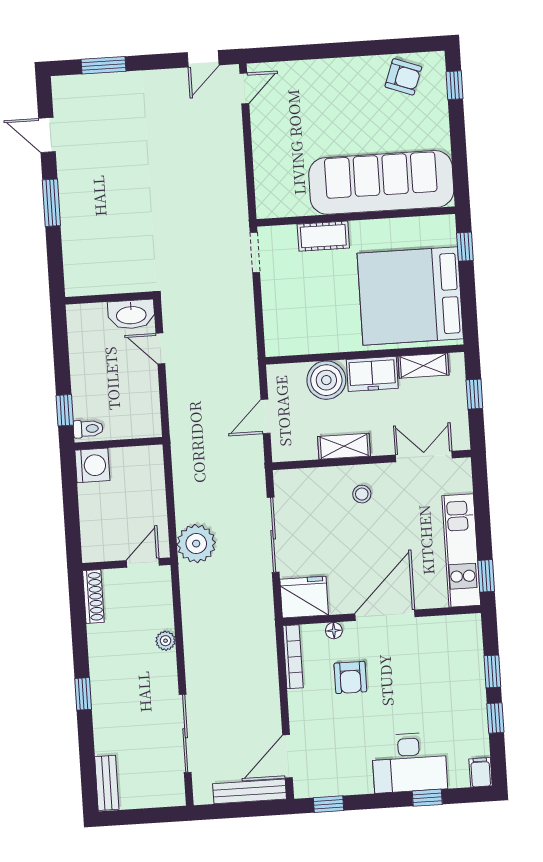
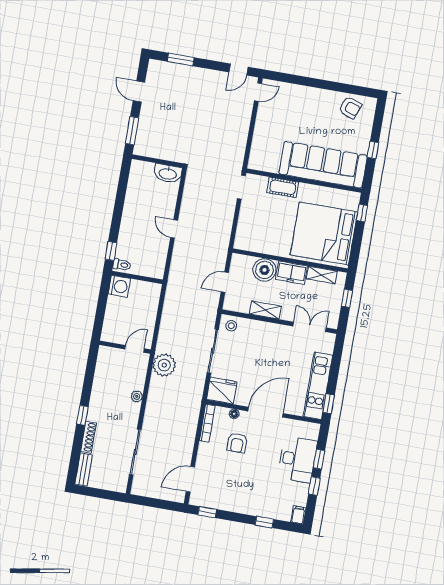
window: (454, 85) -> (373, 150), moved
wall: (109, 298) -> (157, 161), moved
washbasin: (131, 314) -> (168, 173), moved
stool: (362, 494) -> (231, 326), moved
plant: (196, 544) -> (164, 365), moved
shoe rack: (93, 596) -> (88, 437), moved
desk: (409, 763) -> (297, 459), moved, turned -90
bench: (250, 791) -> (164, 494), removed

